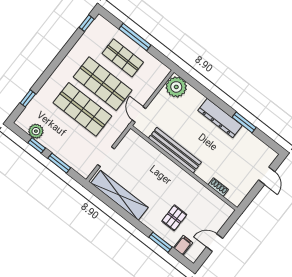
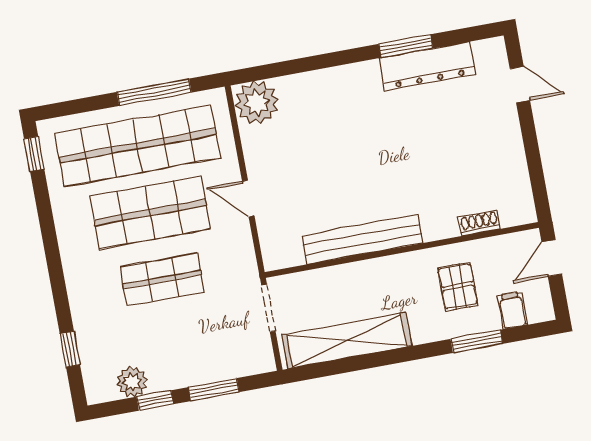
window: (135, 37) -> (154, 92), moved
shop shelf: (123, 58) -> (138, 146), width x2.00, depth x1.36
shop shelf: (82, 109) -> (162, 279), width x0.70, depth x0.74
dresser: (220, 118) -> (428, 66), moved
bench: (175, 150) -> (362, 239), moved
wall: (184, 168) -> (402, 250), moved
shoe rack: (218, 187) -> (479, 223), moved

